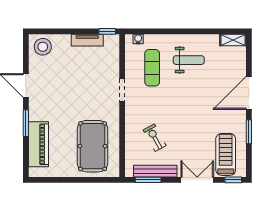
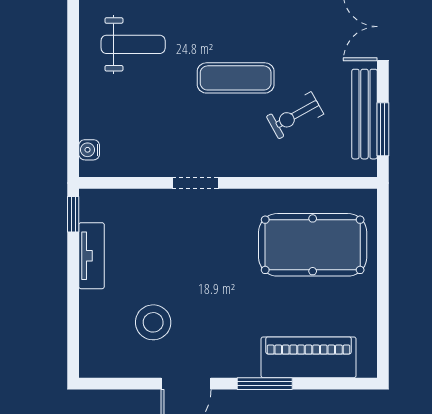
stool: (43, 47) -> (153, 322), moved
weight bench: (189, 60) -> (133, 44), turned 90
exercise mat: (152, 68) -> (236, 78), moved

